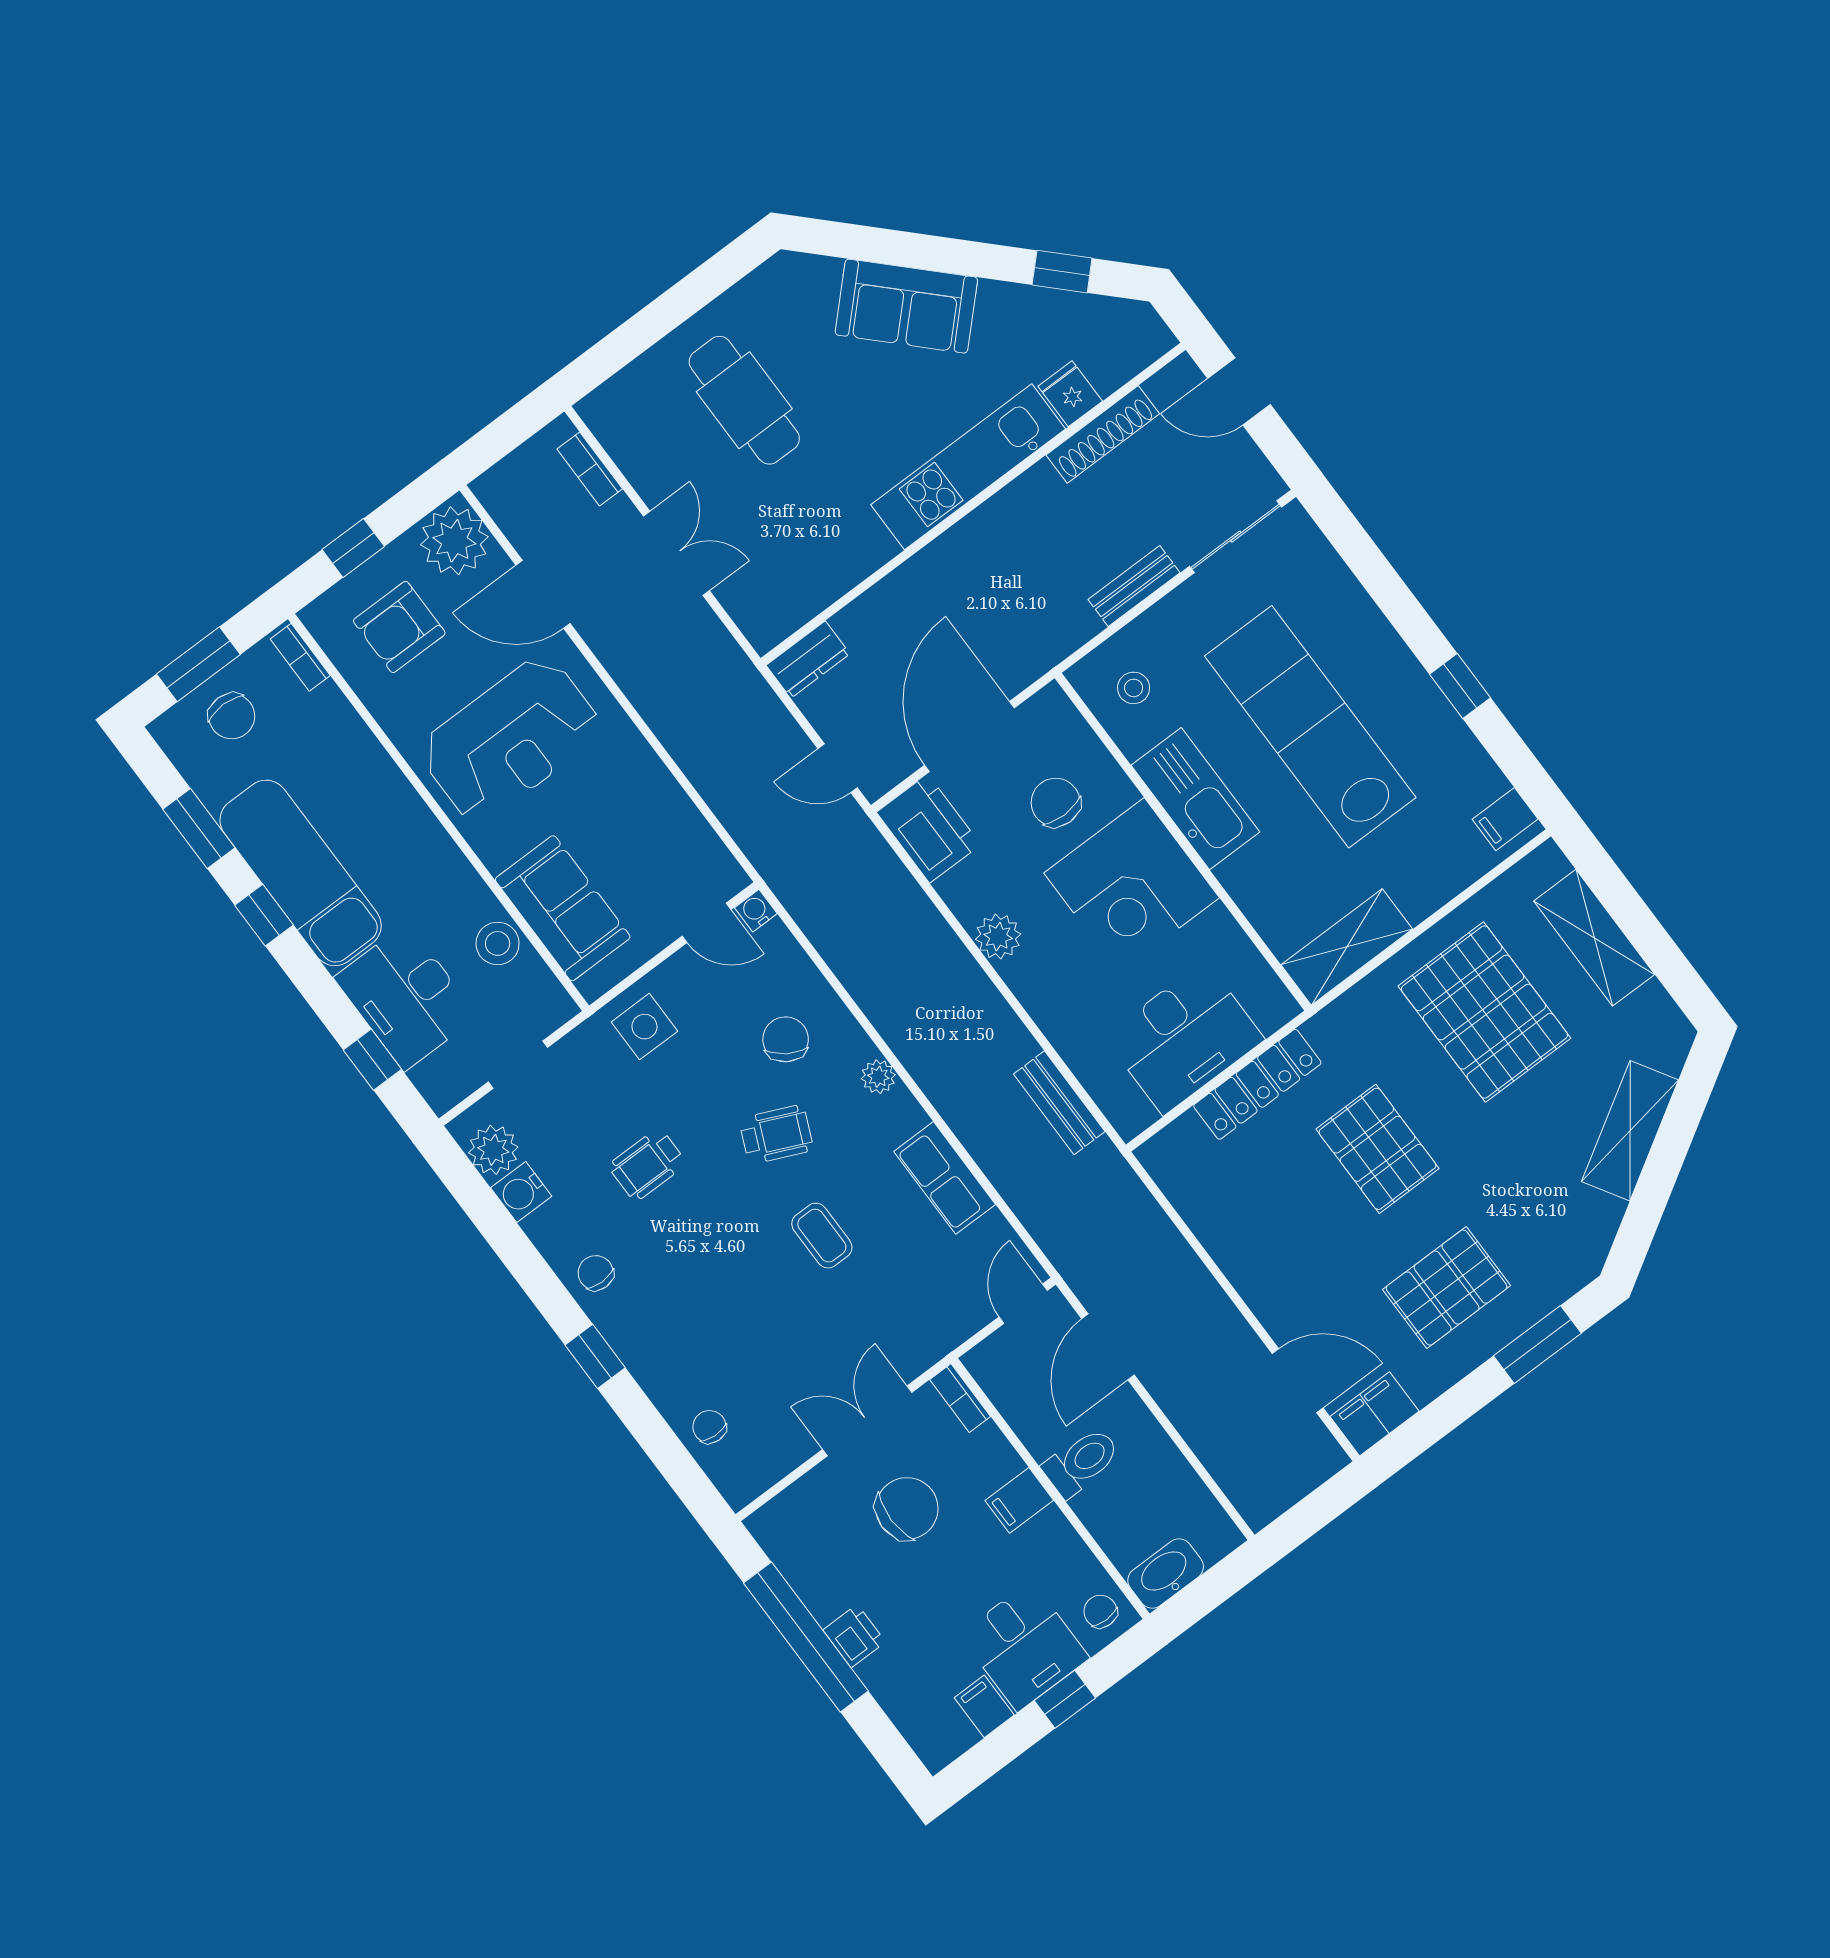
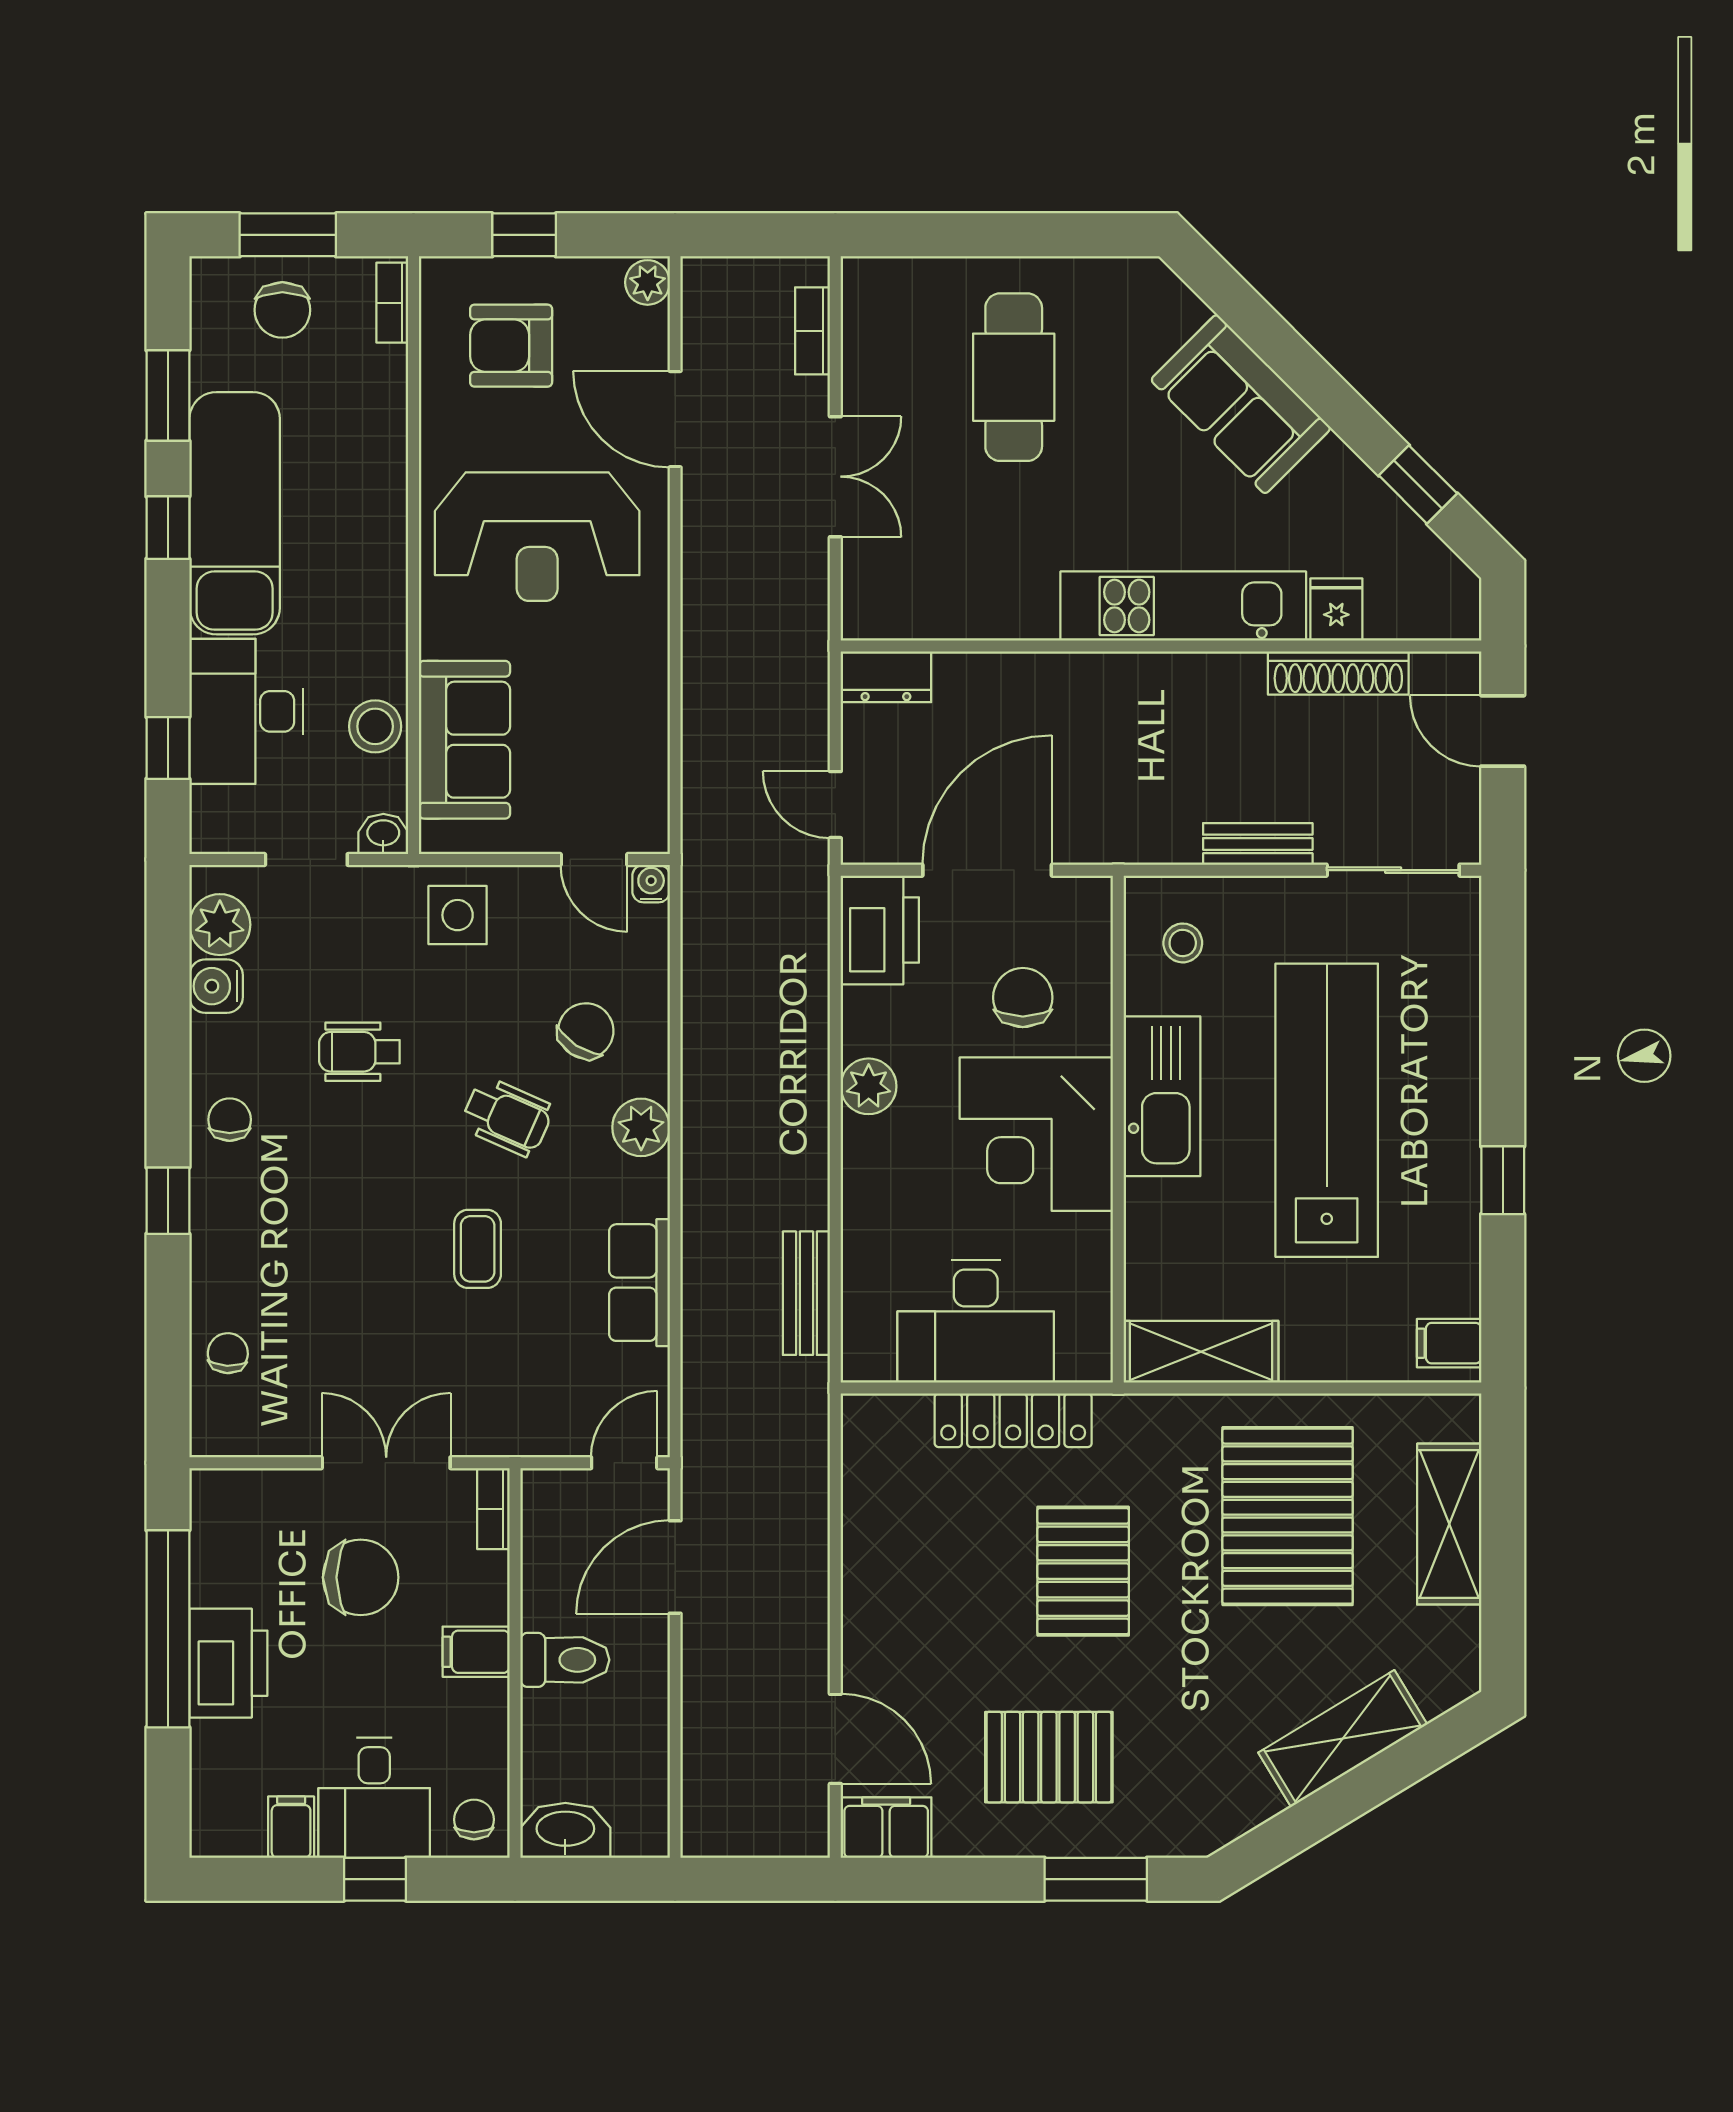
plant: (454, 541) -> (648, 282), width x0.53, depth x0.53
washbasin: (556, 1010) -> (383, 834), added
plant: (878, 1077) -> (641, 1127), width x1.38, depth x1.38
printer: (854, 1636) -> (228, 1663), width x1.87, depth x1.48

